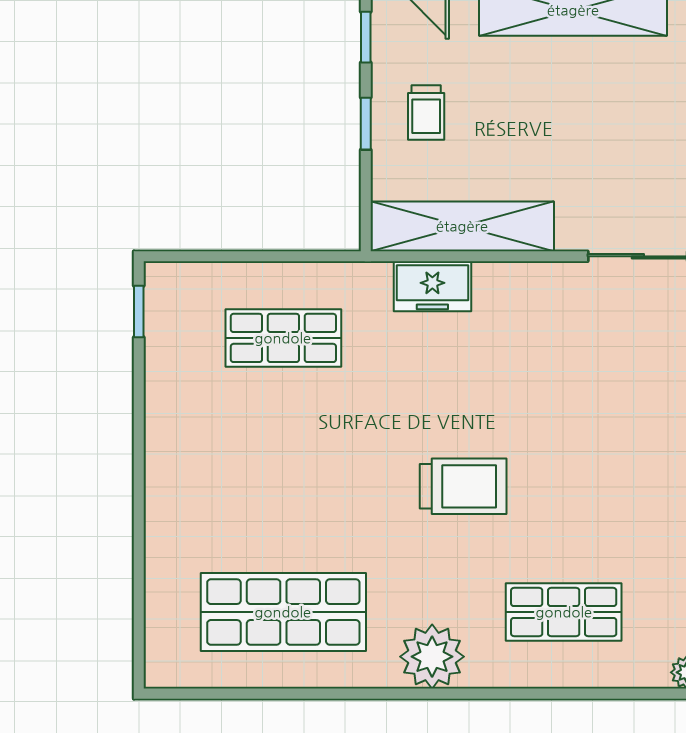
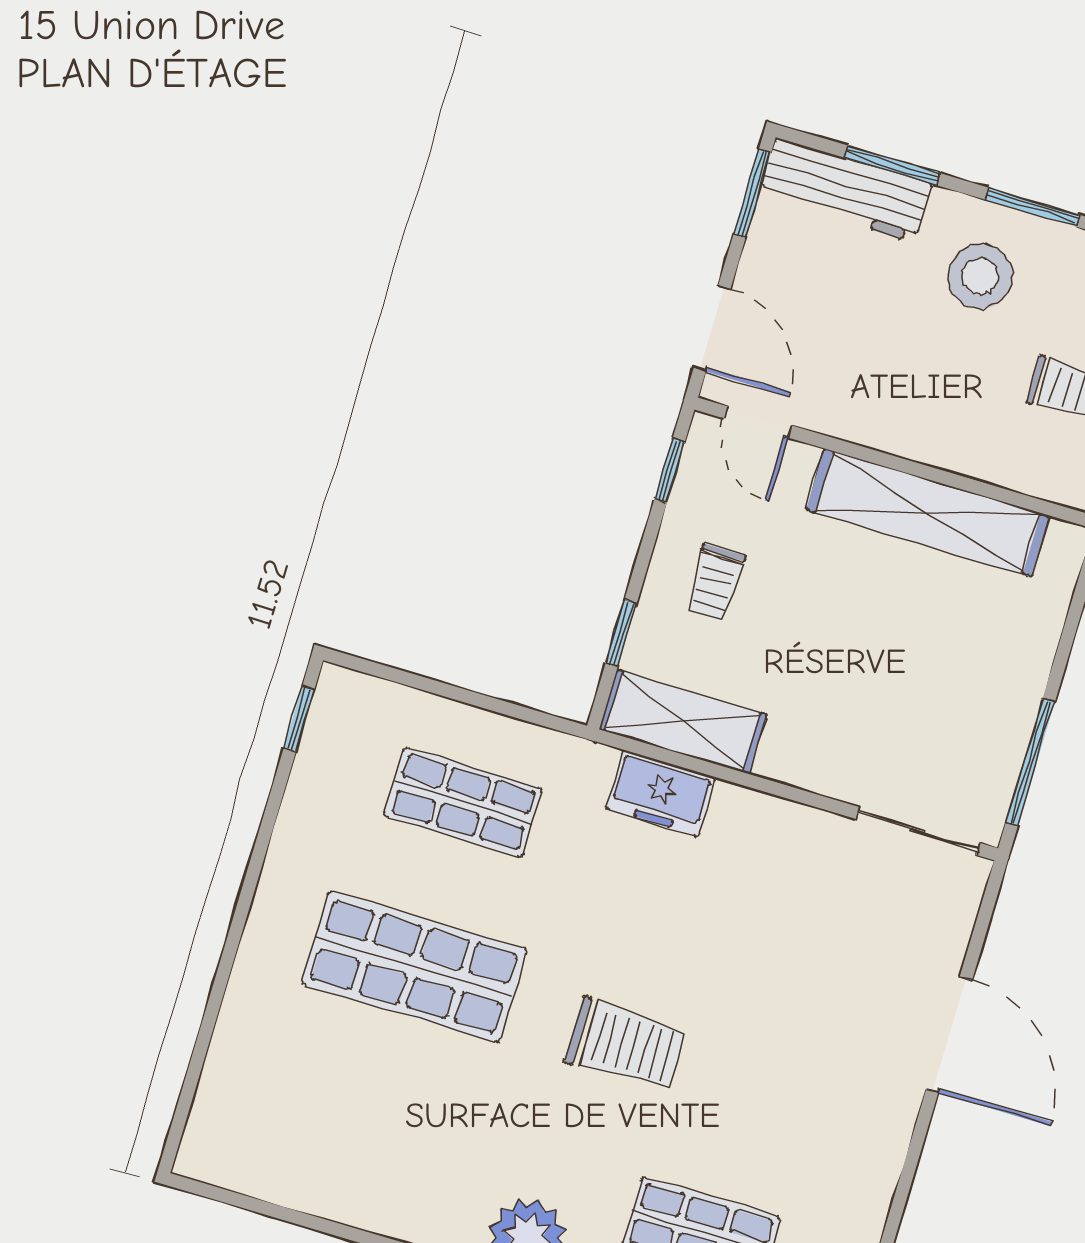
window: (366, 124) -> (621, 633), moved
shelving: (462, 226) -> (683, 722), width x0.68
shop shelf: (283, 612) -> (414, 967), moved

